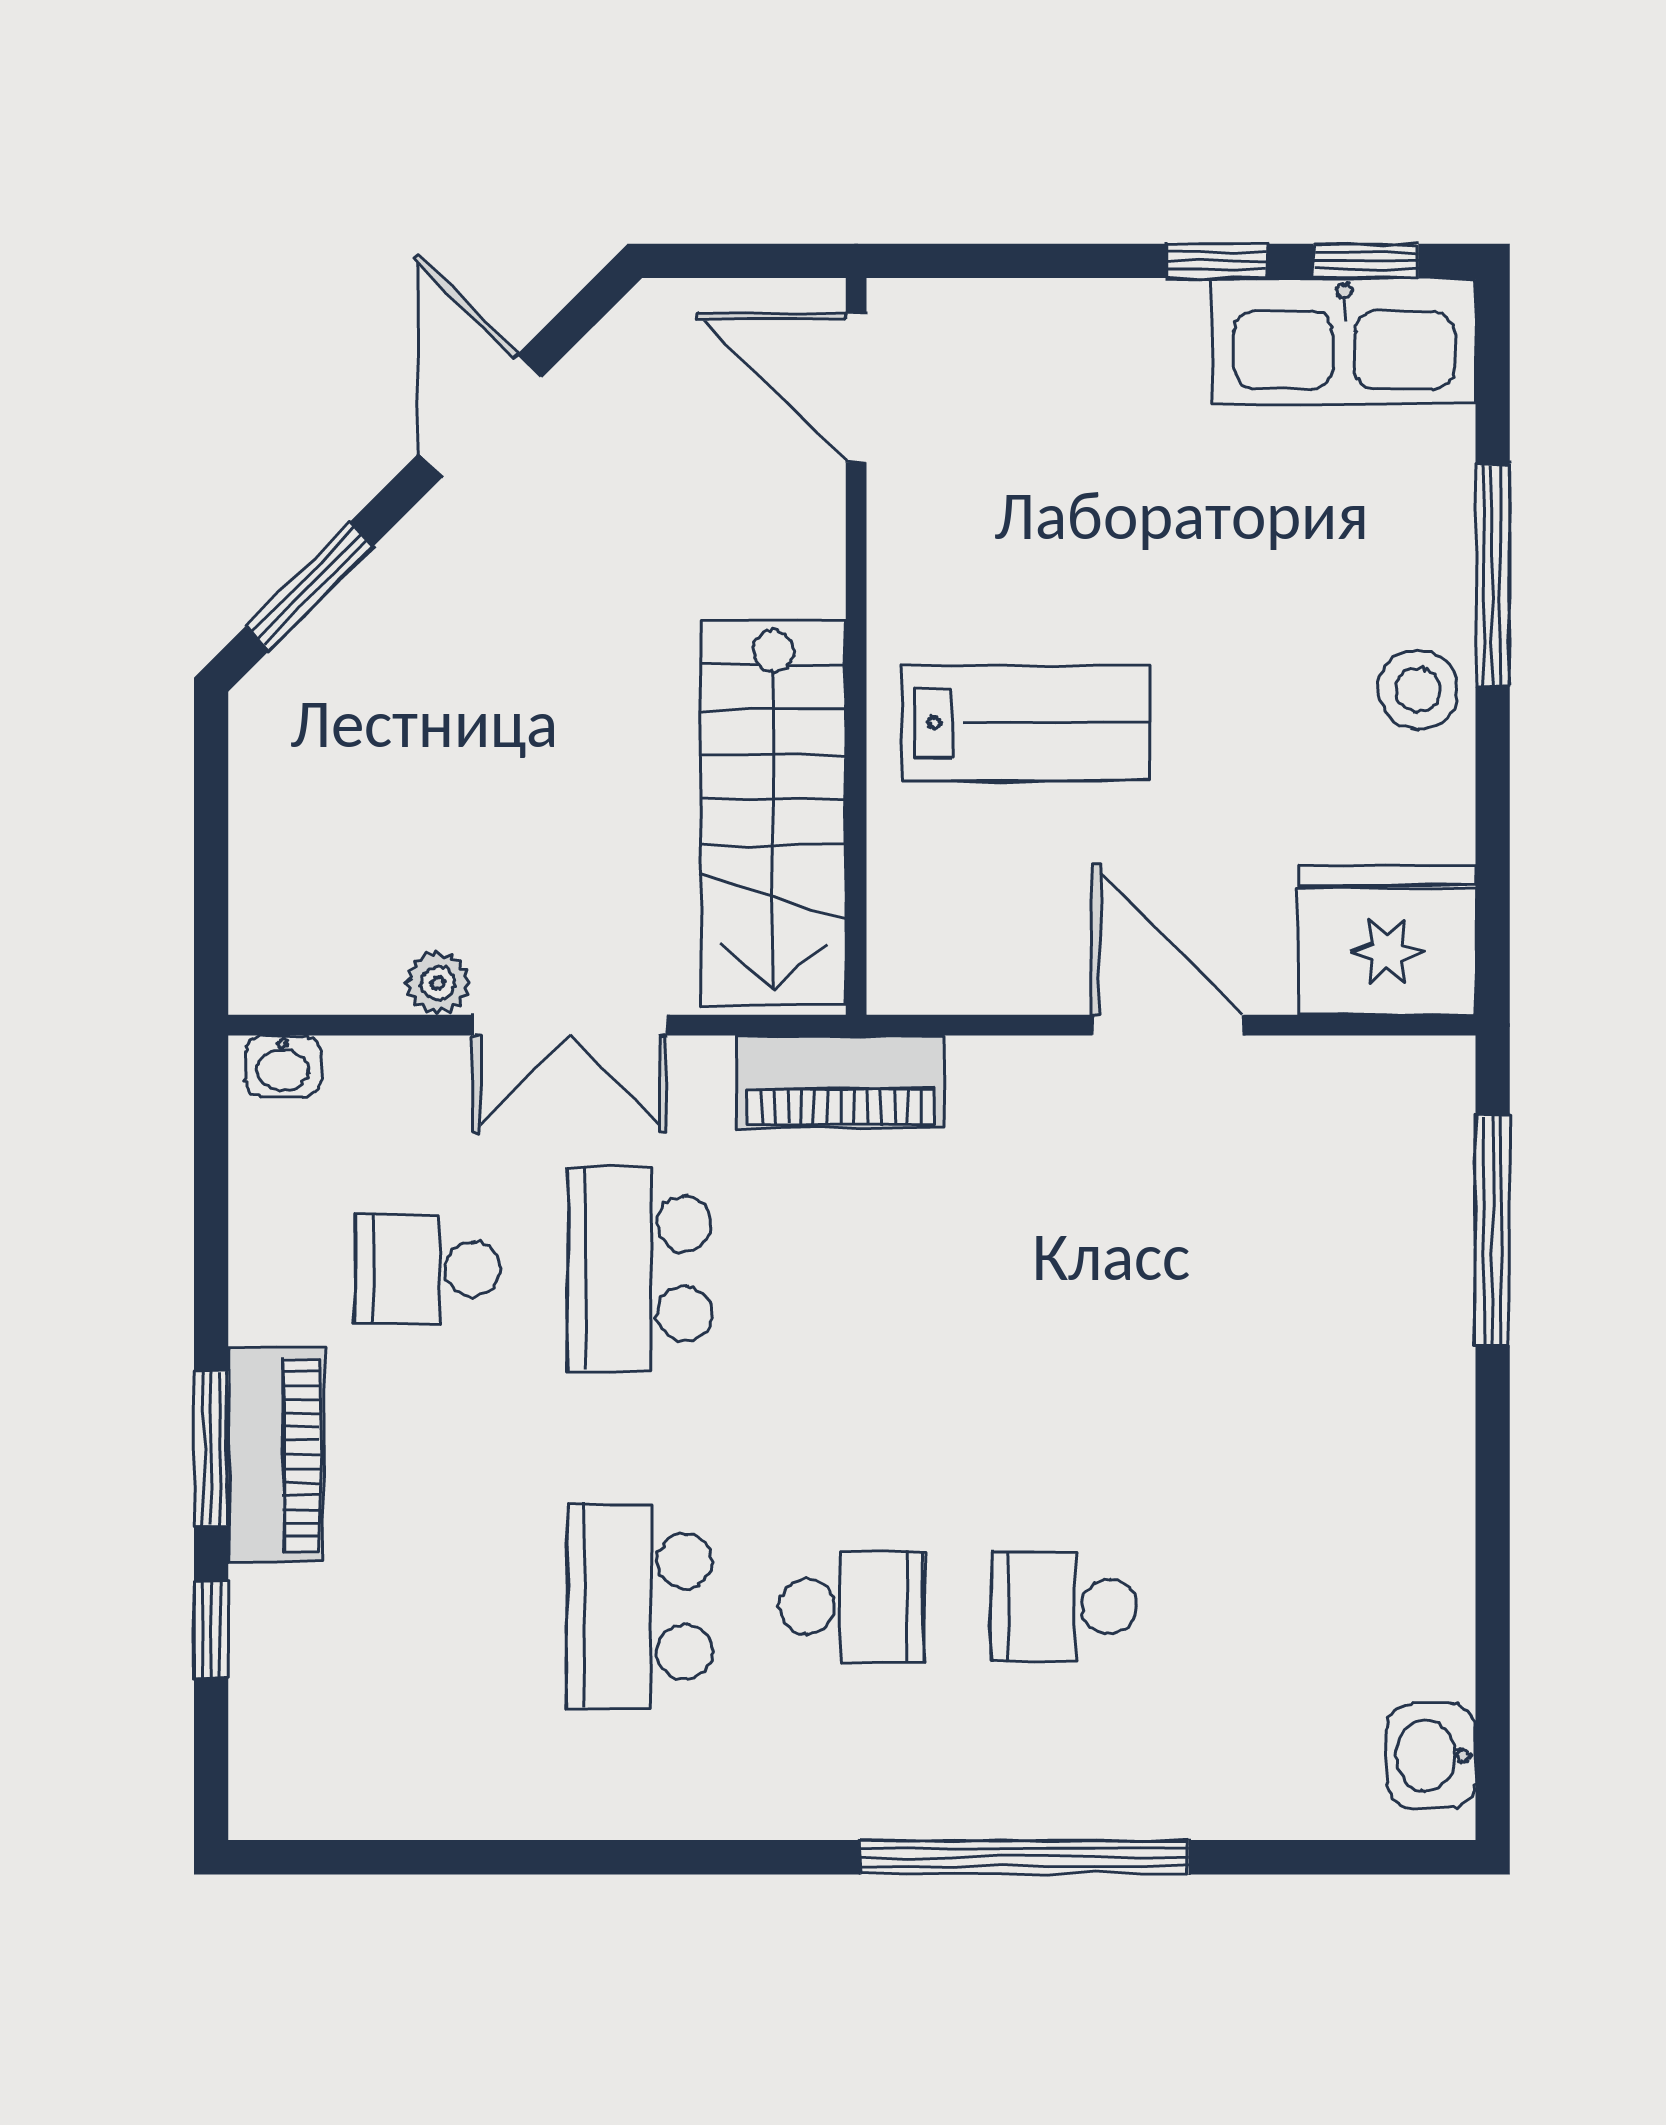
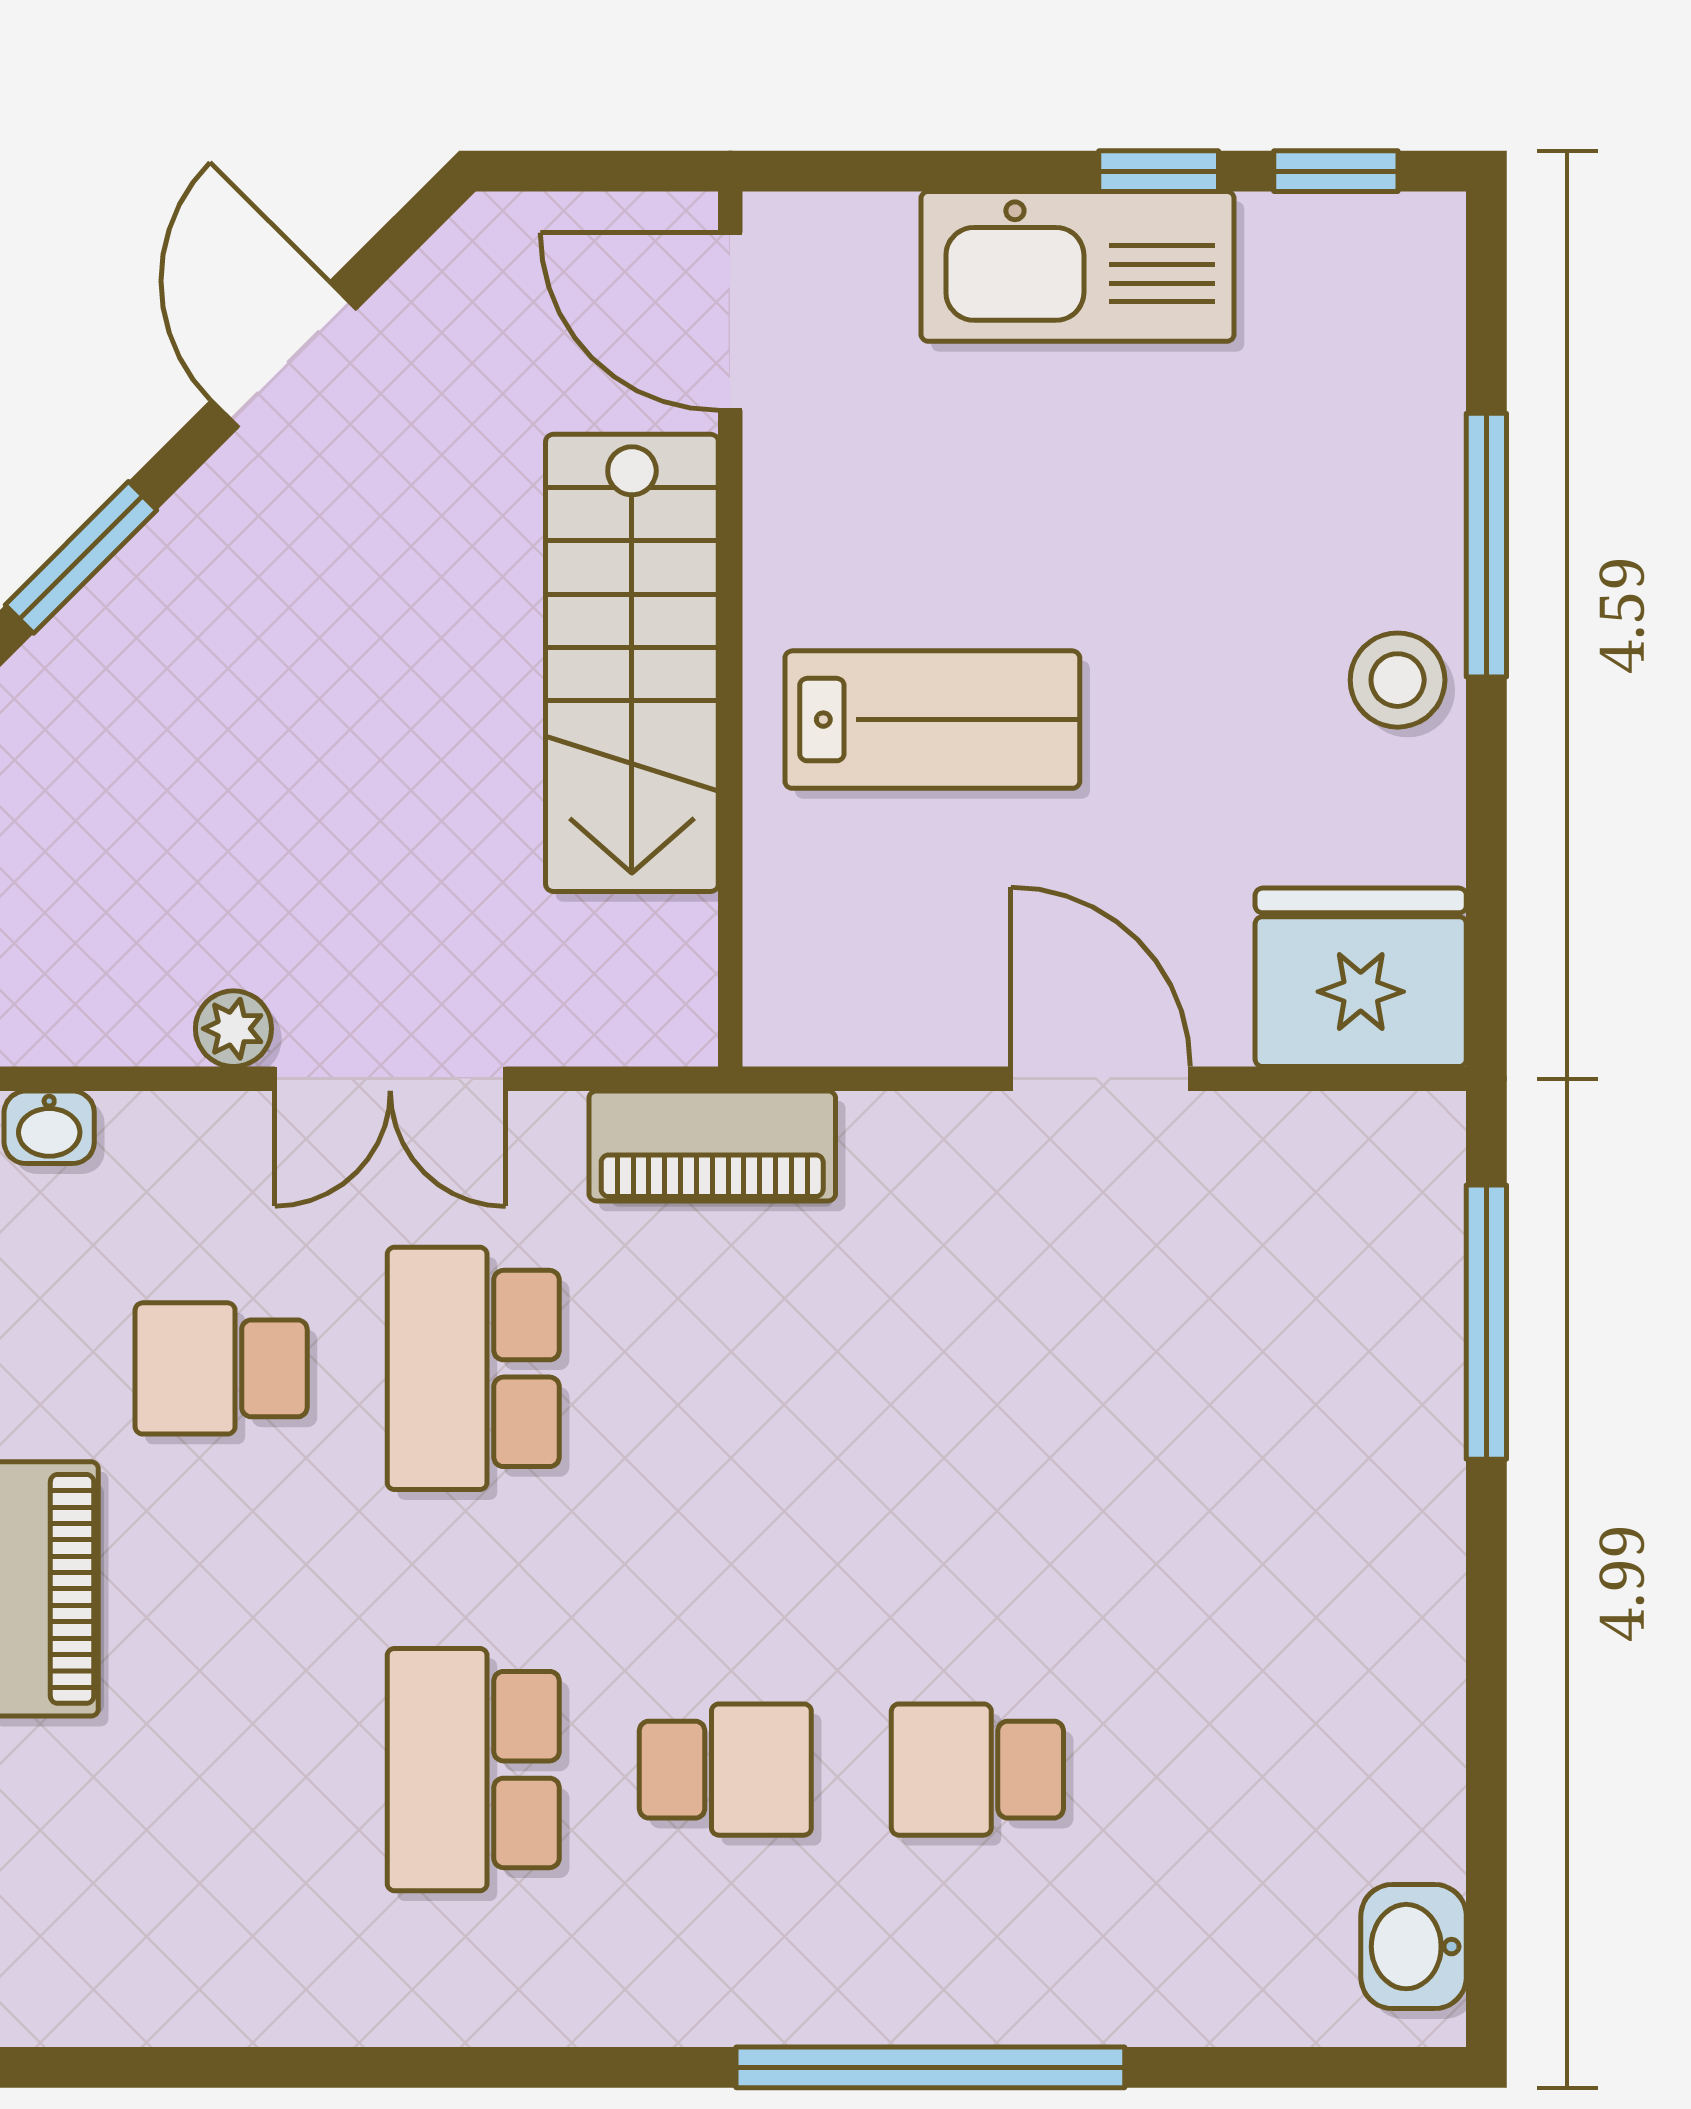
kitchen sink: (1344, 341) -> (1078, 266), moved
stairs: (773, 813) -> (632, 663), moved

